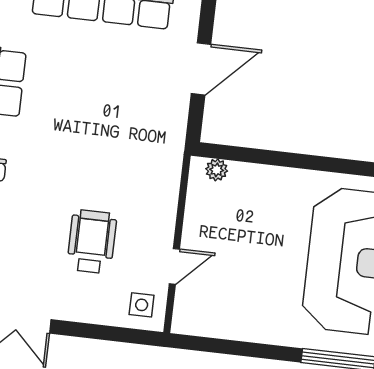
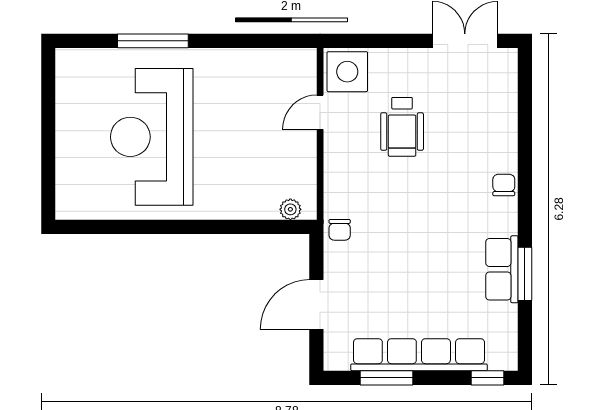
chair: (168, 143) -> (340, 230), added
side table: (142, 305) -> (347, 72), width x1.87, depth x1.87

